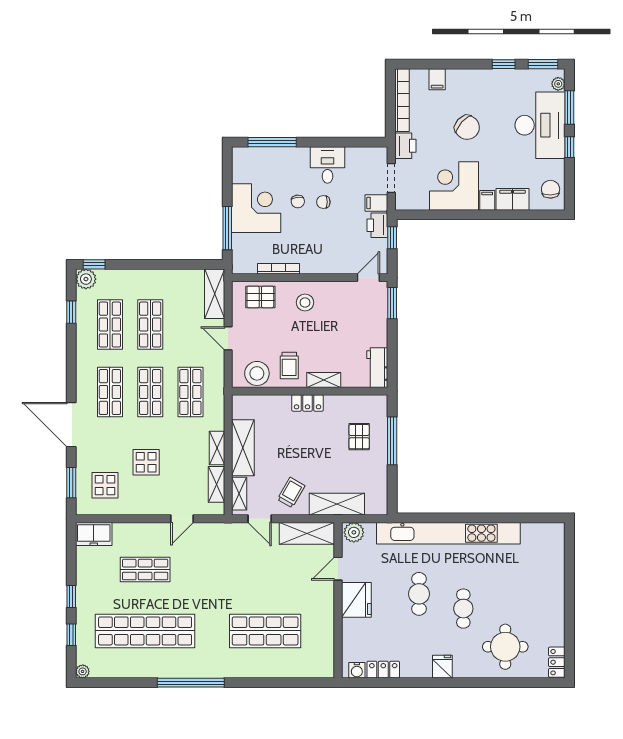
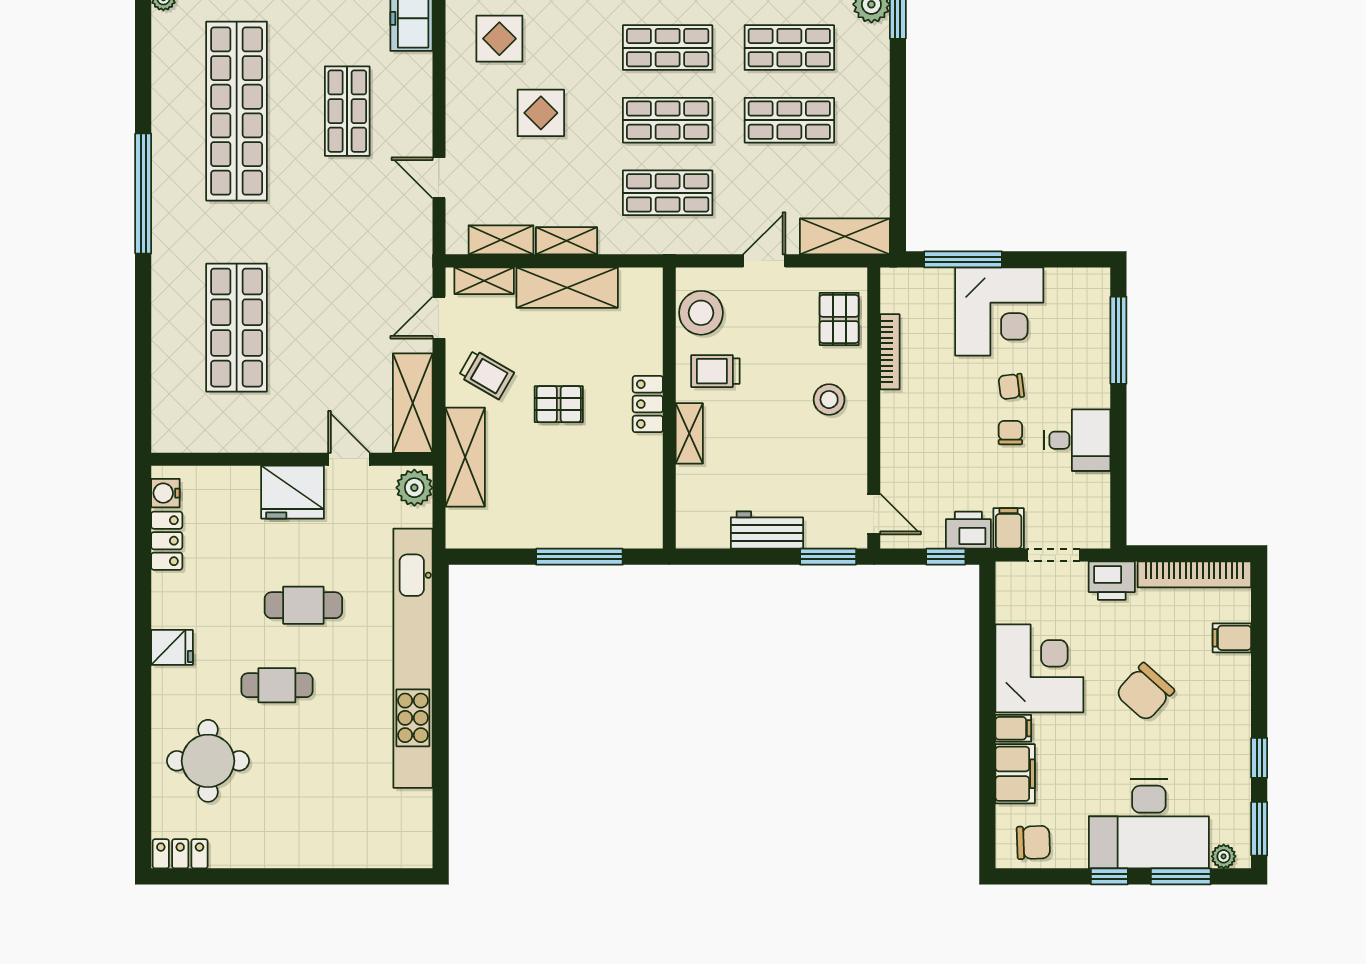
workbench: (377, 368) -> (767, 530), moved
pallet: (359, 437) -> (559, 404), moved

